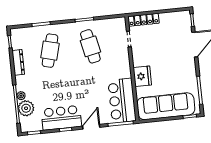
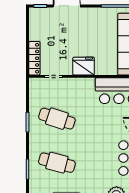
cafe table: (90, 46) -> (57, 119), turned 30
fridge: (142, 76) -> (83, 66), moved

